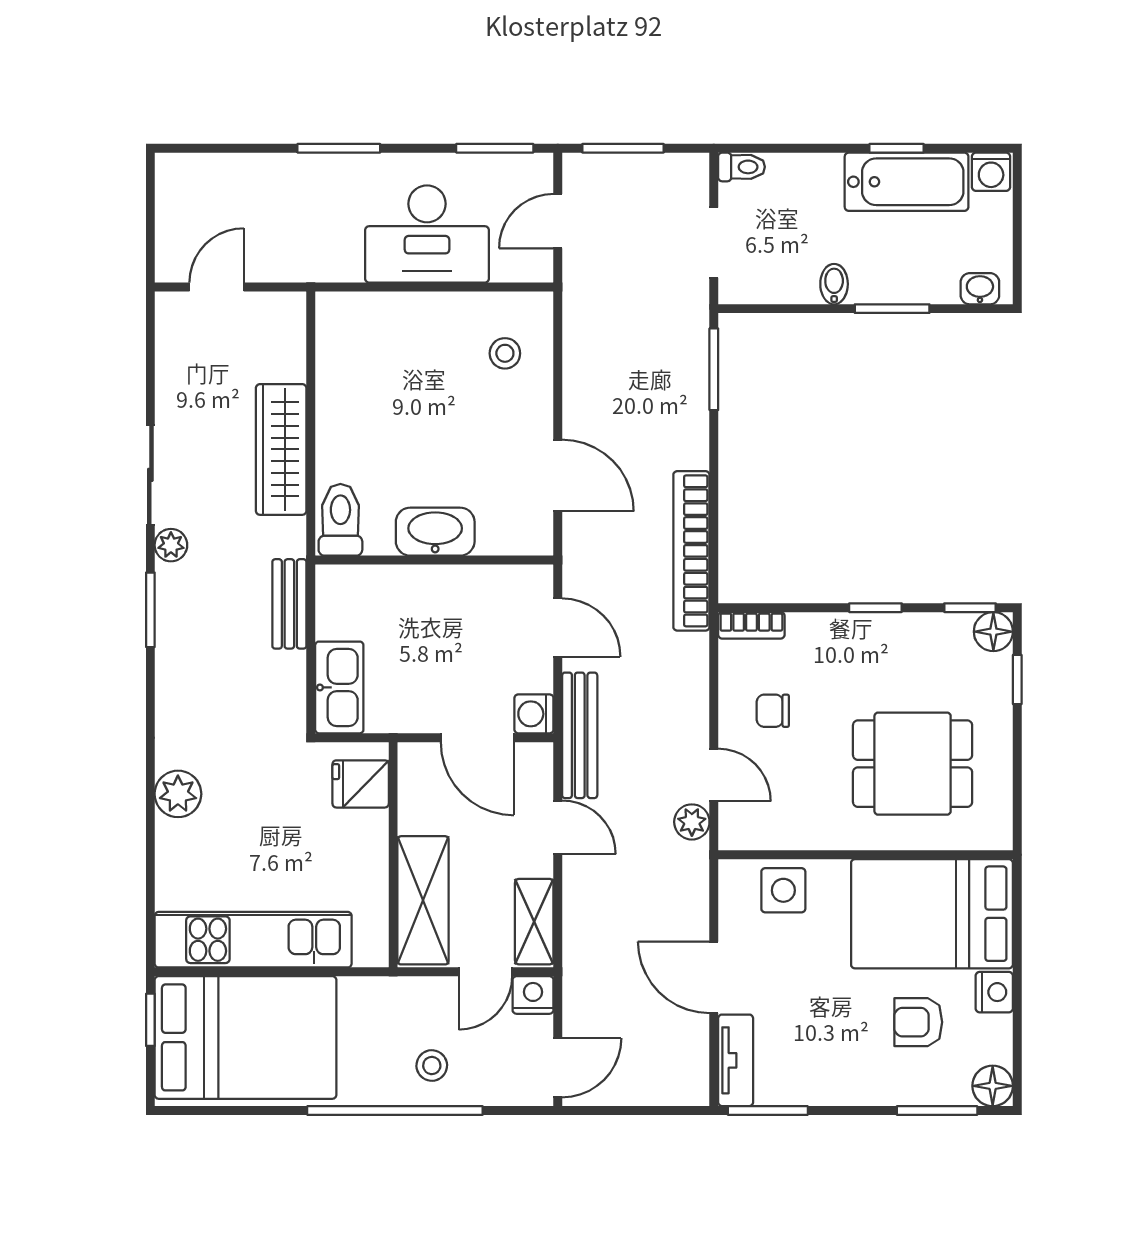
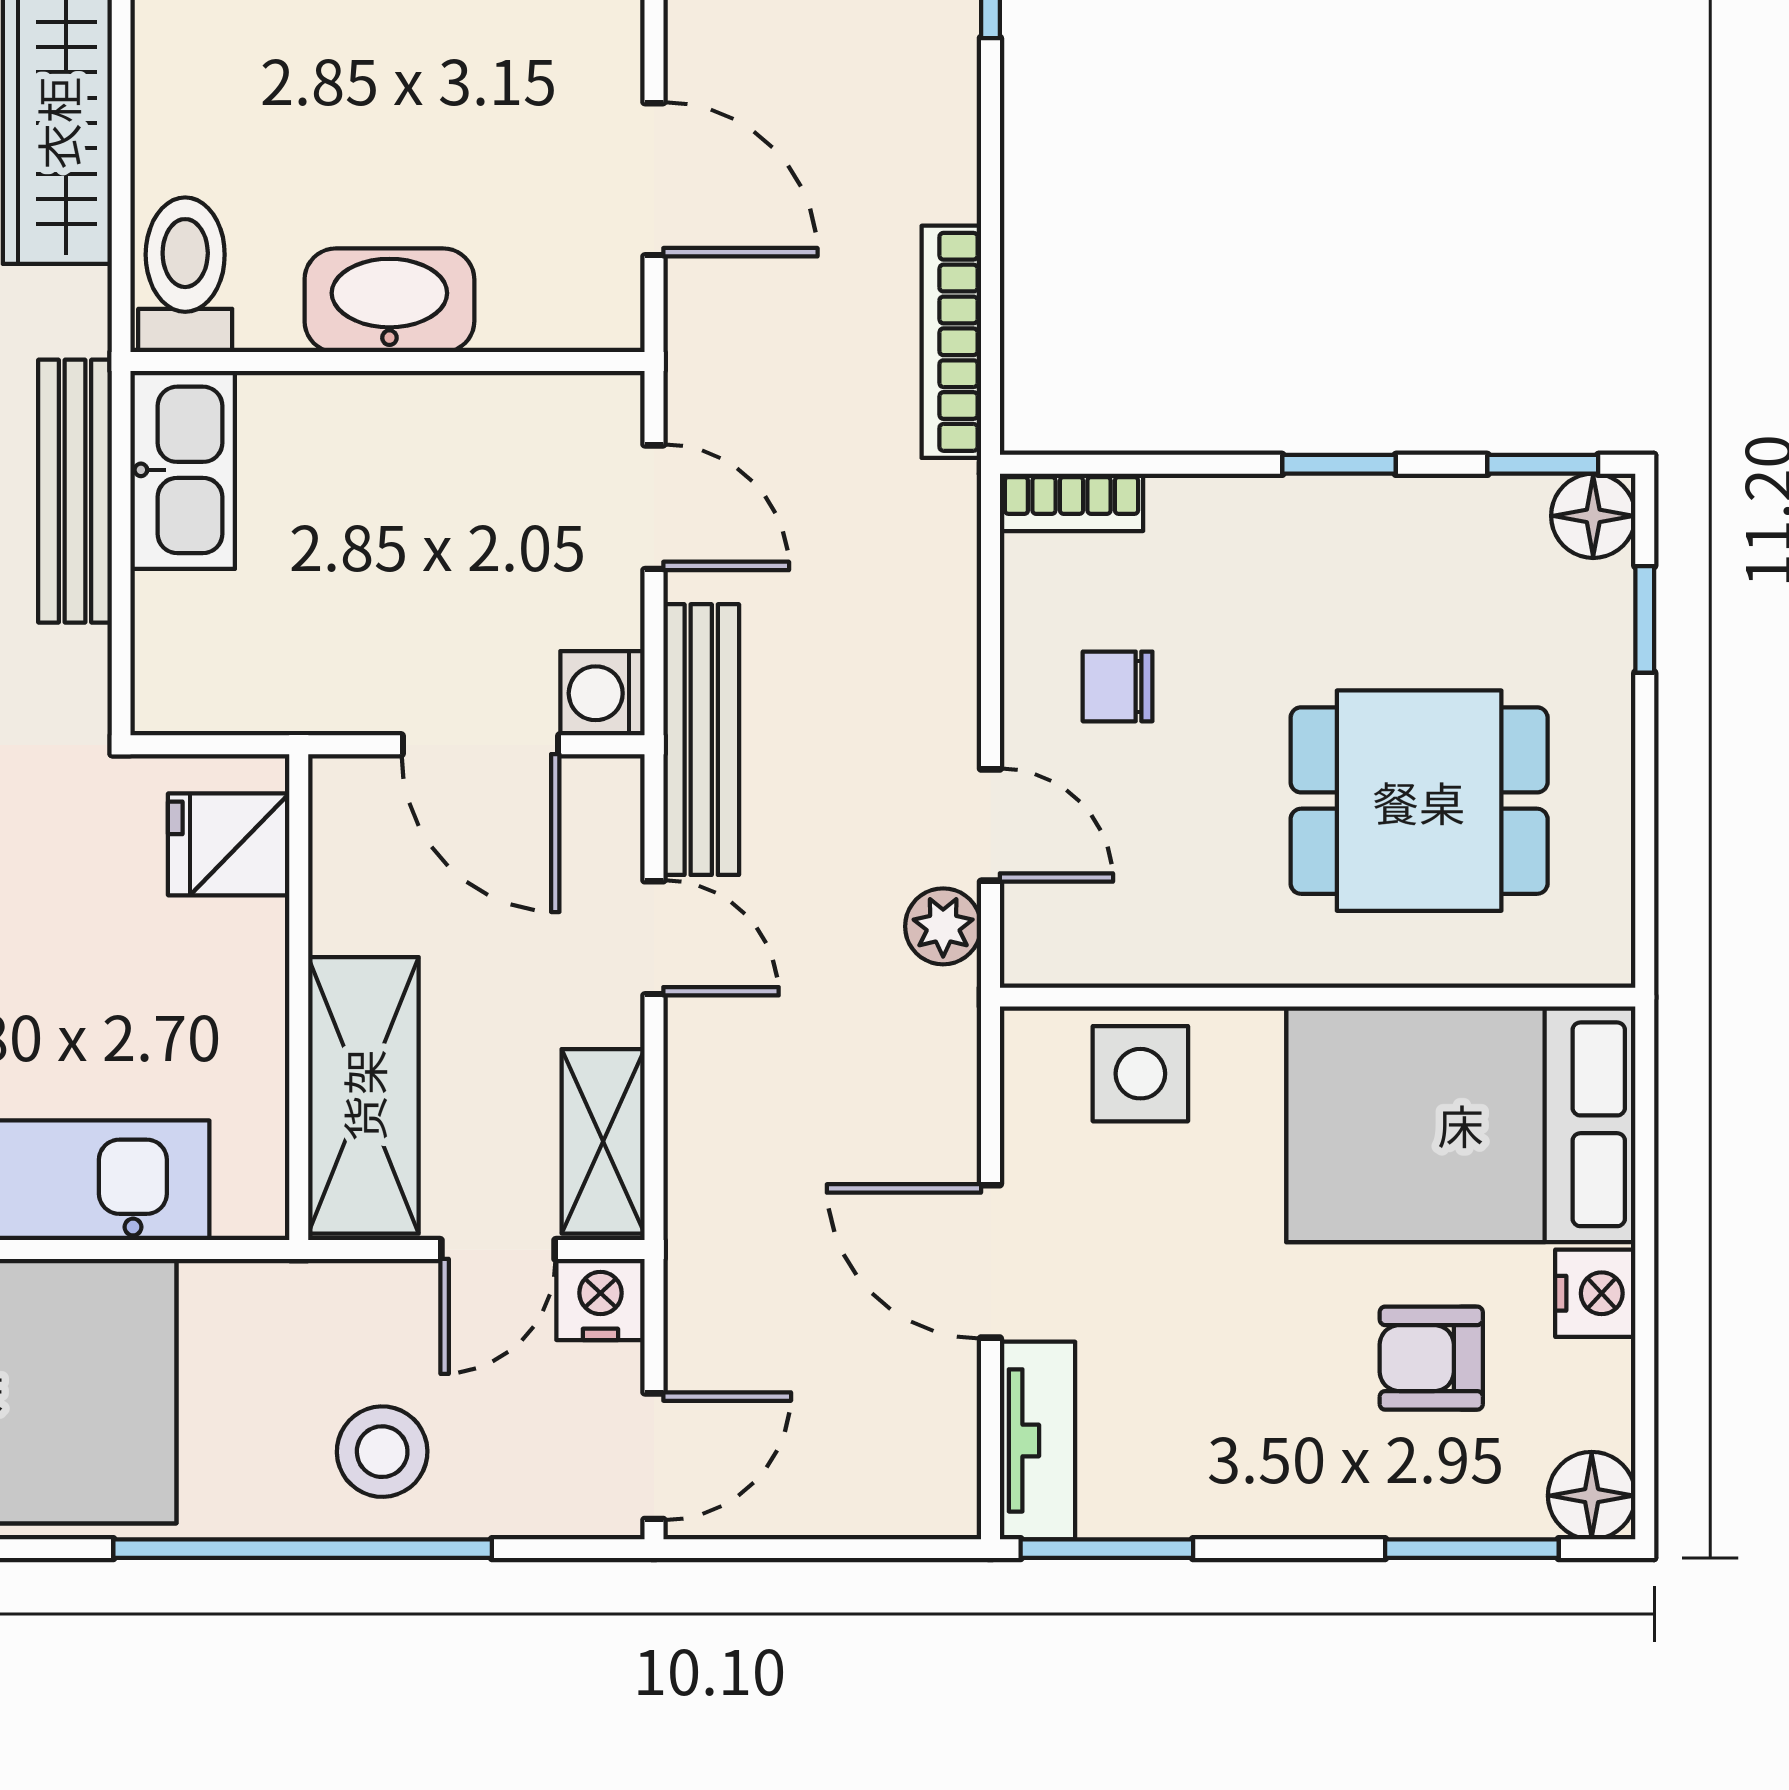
bookcase: (691, 551) -> (951, 342), width x0.68, depth x0.76
bench: (289, 604) -> (75, 491), width x1.36
kitchen sink: (339, 687) -> (183, 470), moved
stool: (432, 1066) -> (382, 1452), width x1.37, depth x1.37

